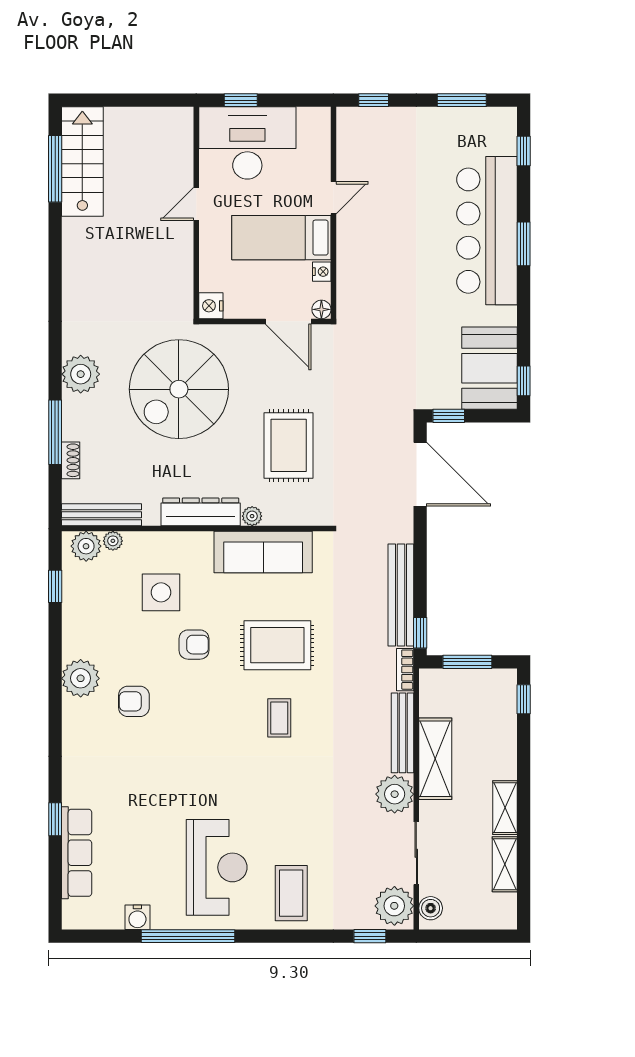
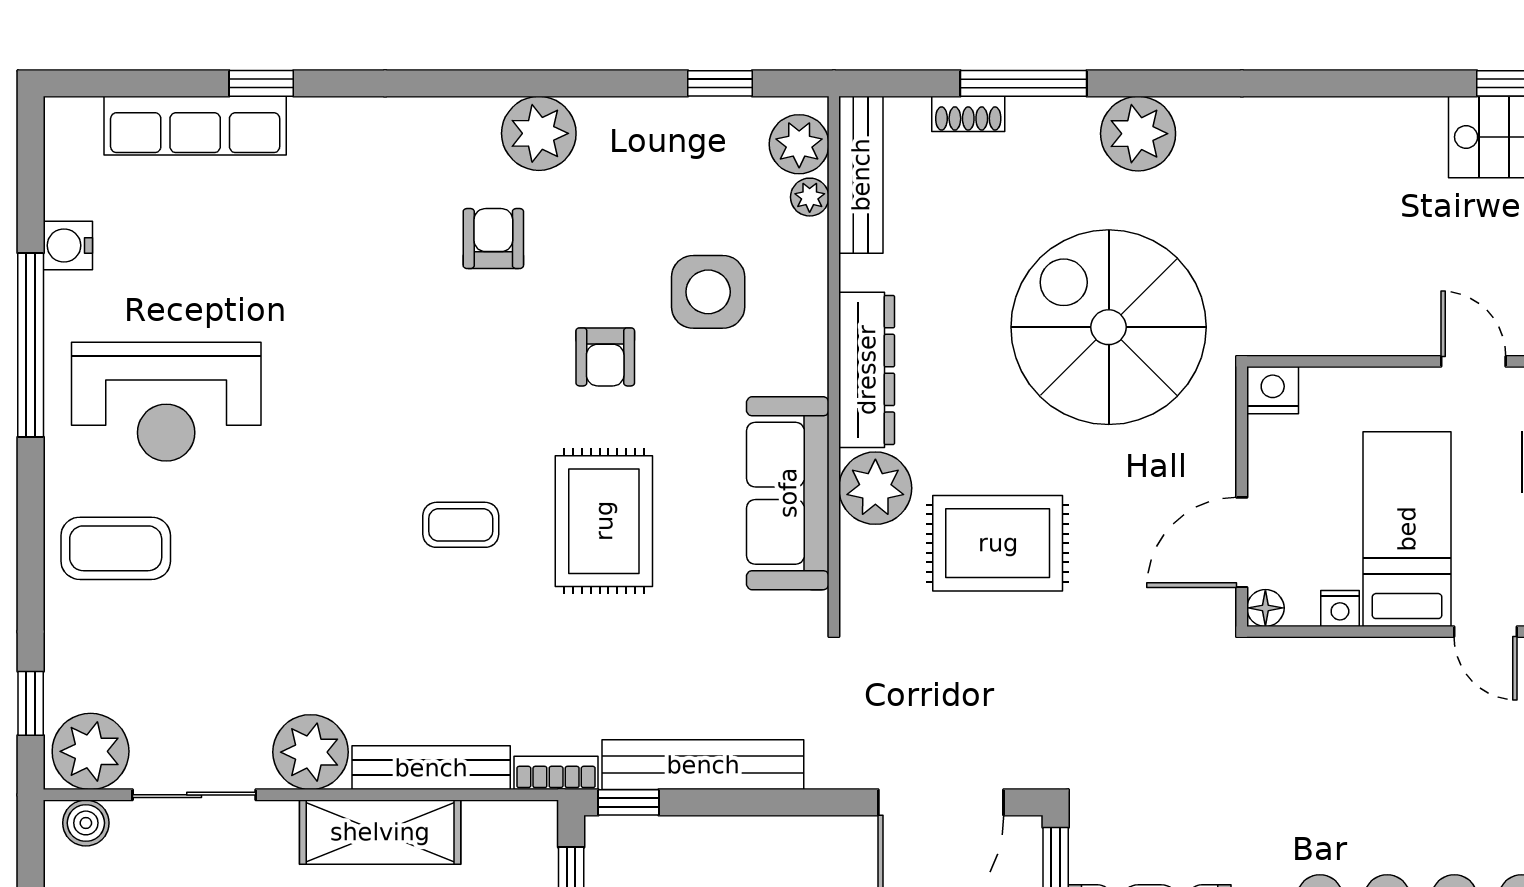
plant: (252, 516) -> (875, 488), width x1.88, depth x1.88

